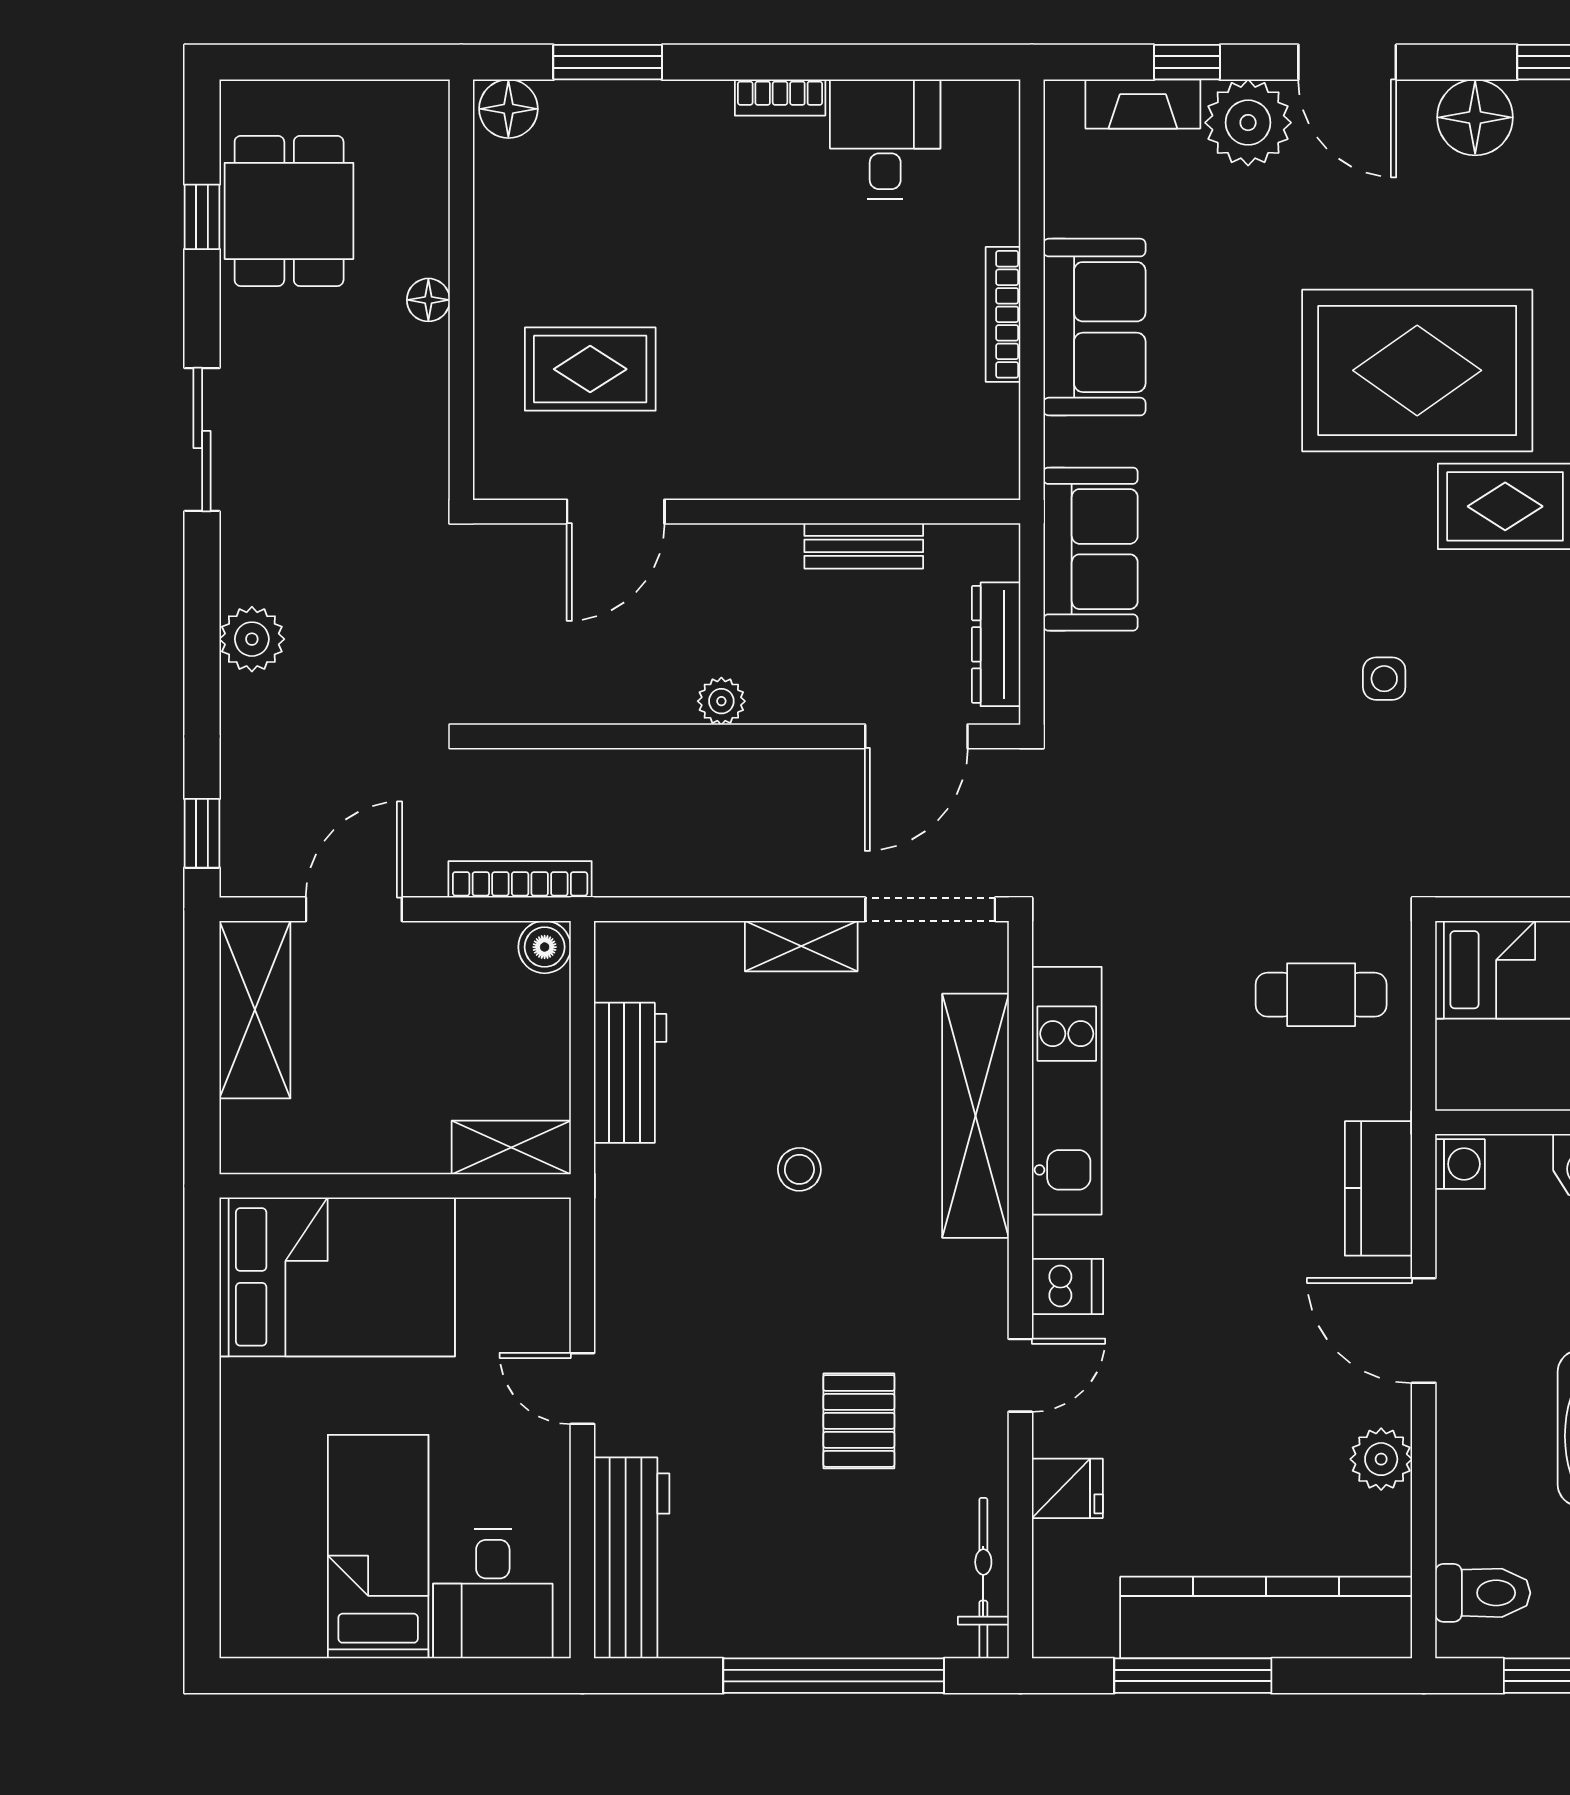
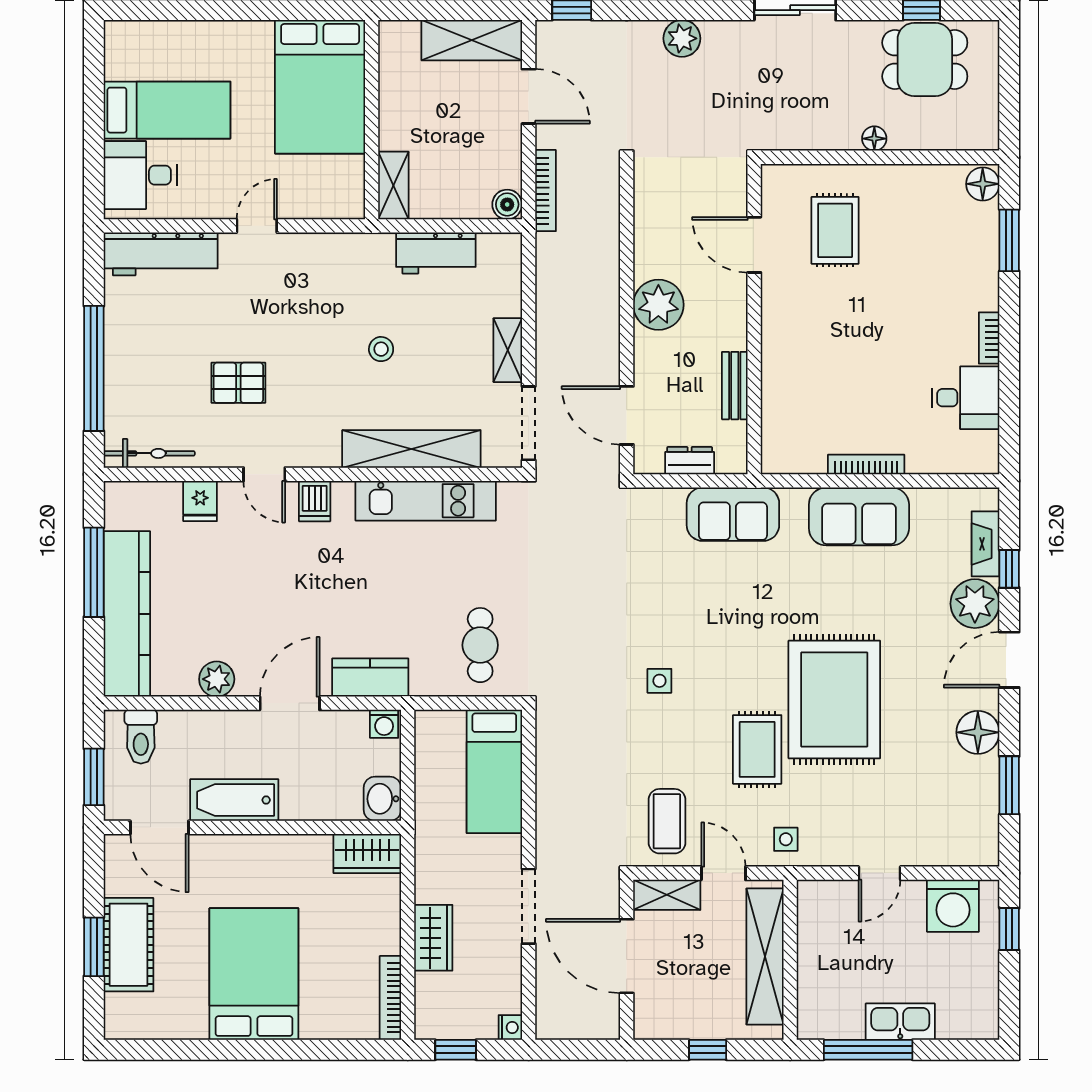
dresser: (996, 644) -> (690, 461), width x0.70
plant: (721, 701) -> (658, 305), width x1.87, depth x1.87

